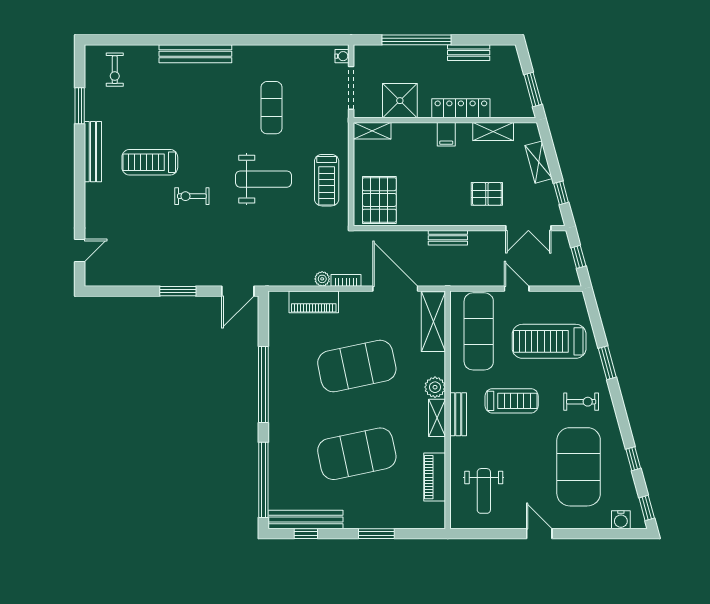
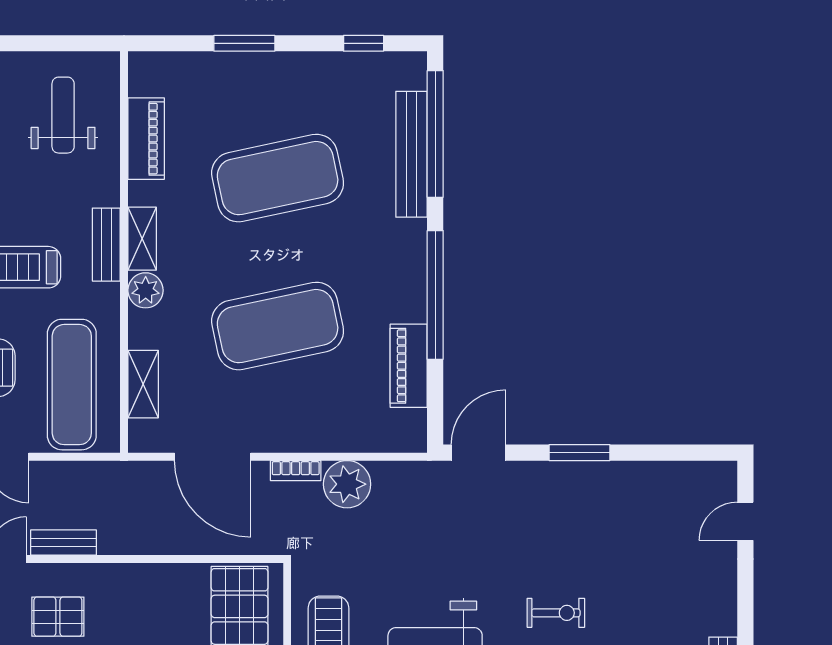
bench: (448, 238) -> (64, 543), moved
plant: (322, 279) -> (347, 484), width x1.88, depth x1.88
piano: (314, 302) -> (409, 366), moved, turned -90
shelving: (433, 322) -> (143, 384), width x0.67, depth x0.75
bench: (305, 520) -> (412, 154), moved, turned 90

